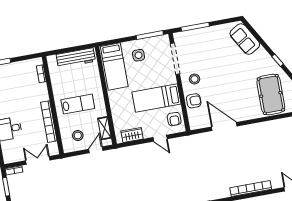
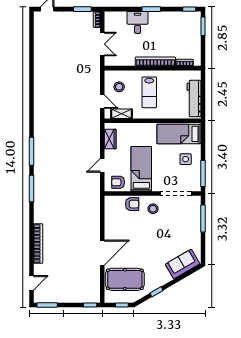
armchair: (194, 101) -> (132, 204), turned -90
bookcase: (49, 122) -> (155, 61), moved
door: (224, 126) -> (102, 253), moved

